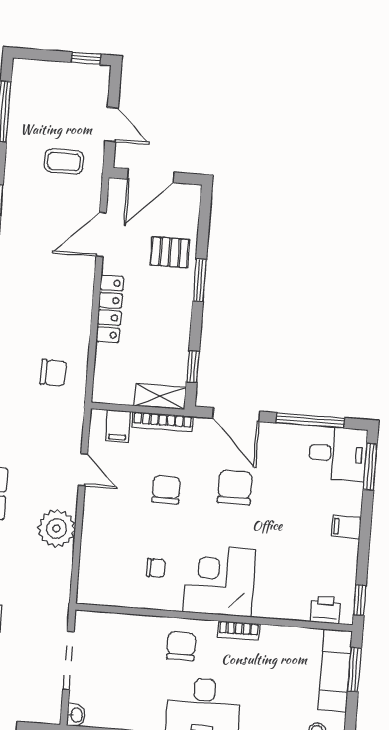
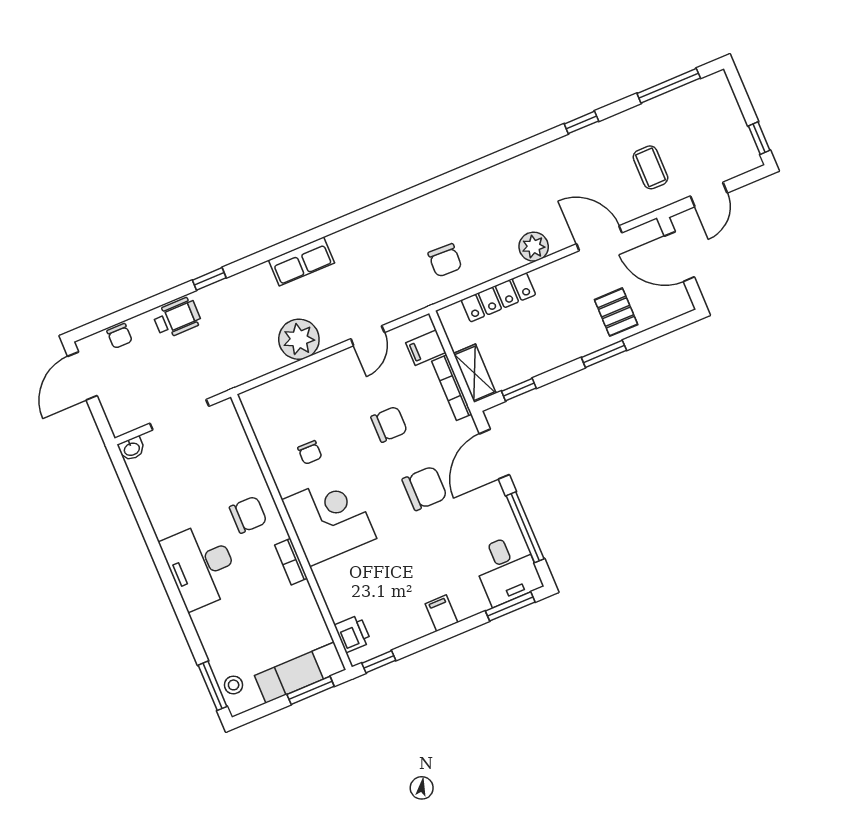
plant: (80, 293) -> (534, 247), added
locker: (110, 309) -> (498, 297), moved

